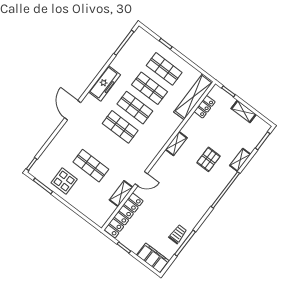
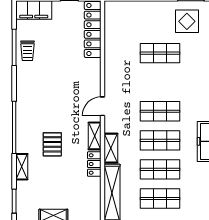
locker: (205, 107) -> (94, 164), moved
door: (141, 179) -> (102, 106), moved
display table: (64, 181) -> (187, 21), moved
shelving: (121, 194) -> (111, 148), moved

